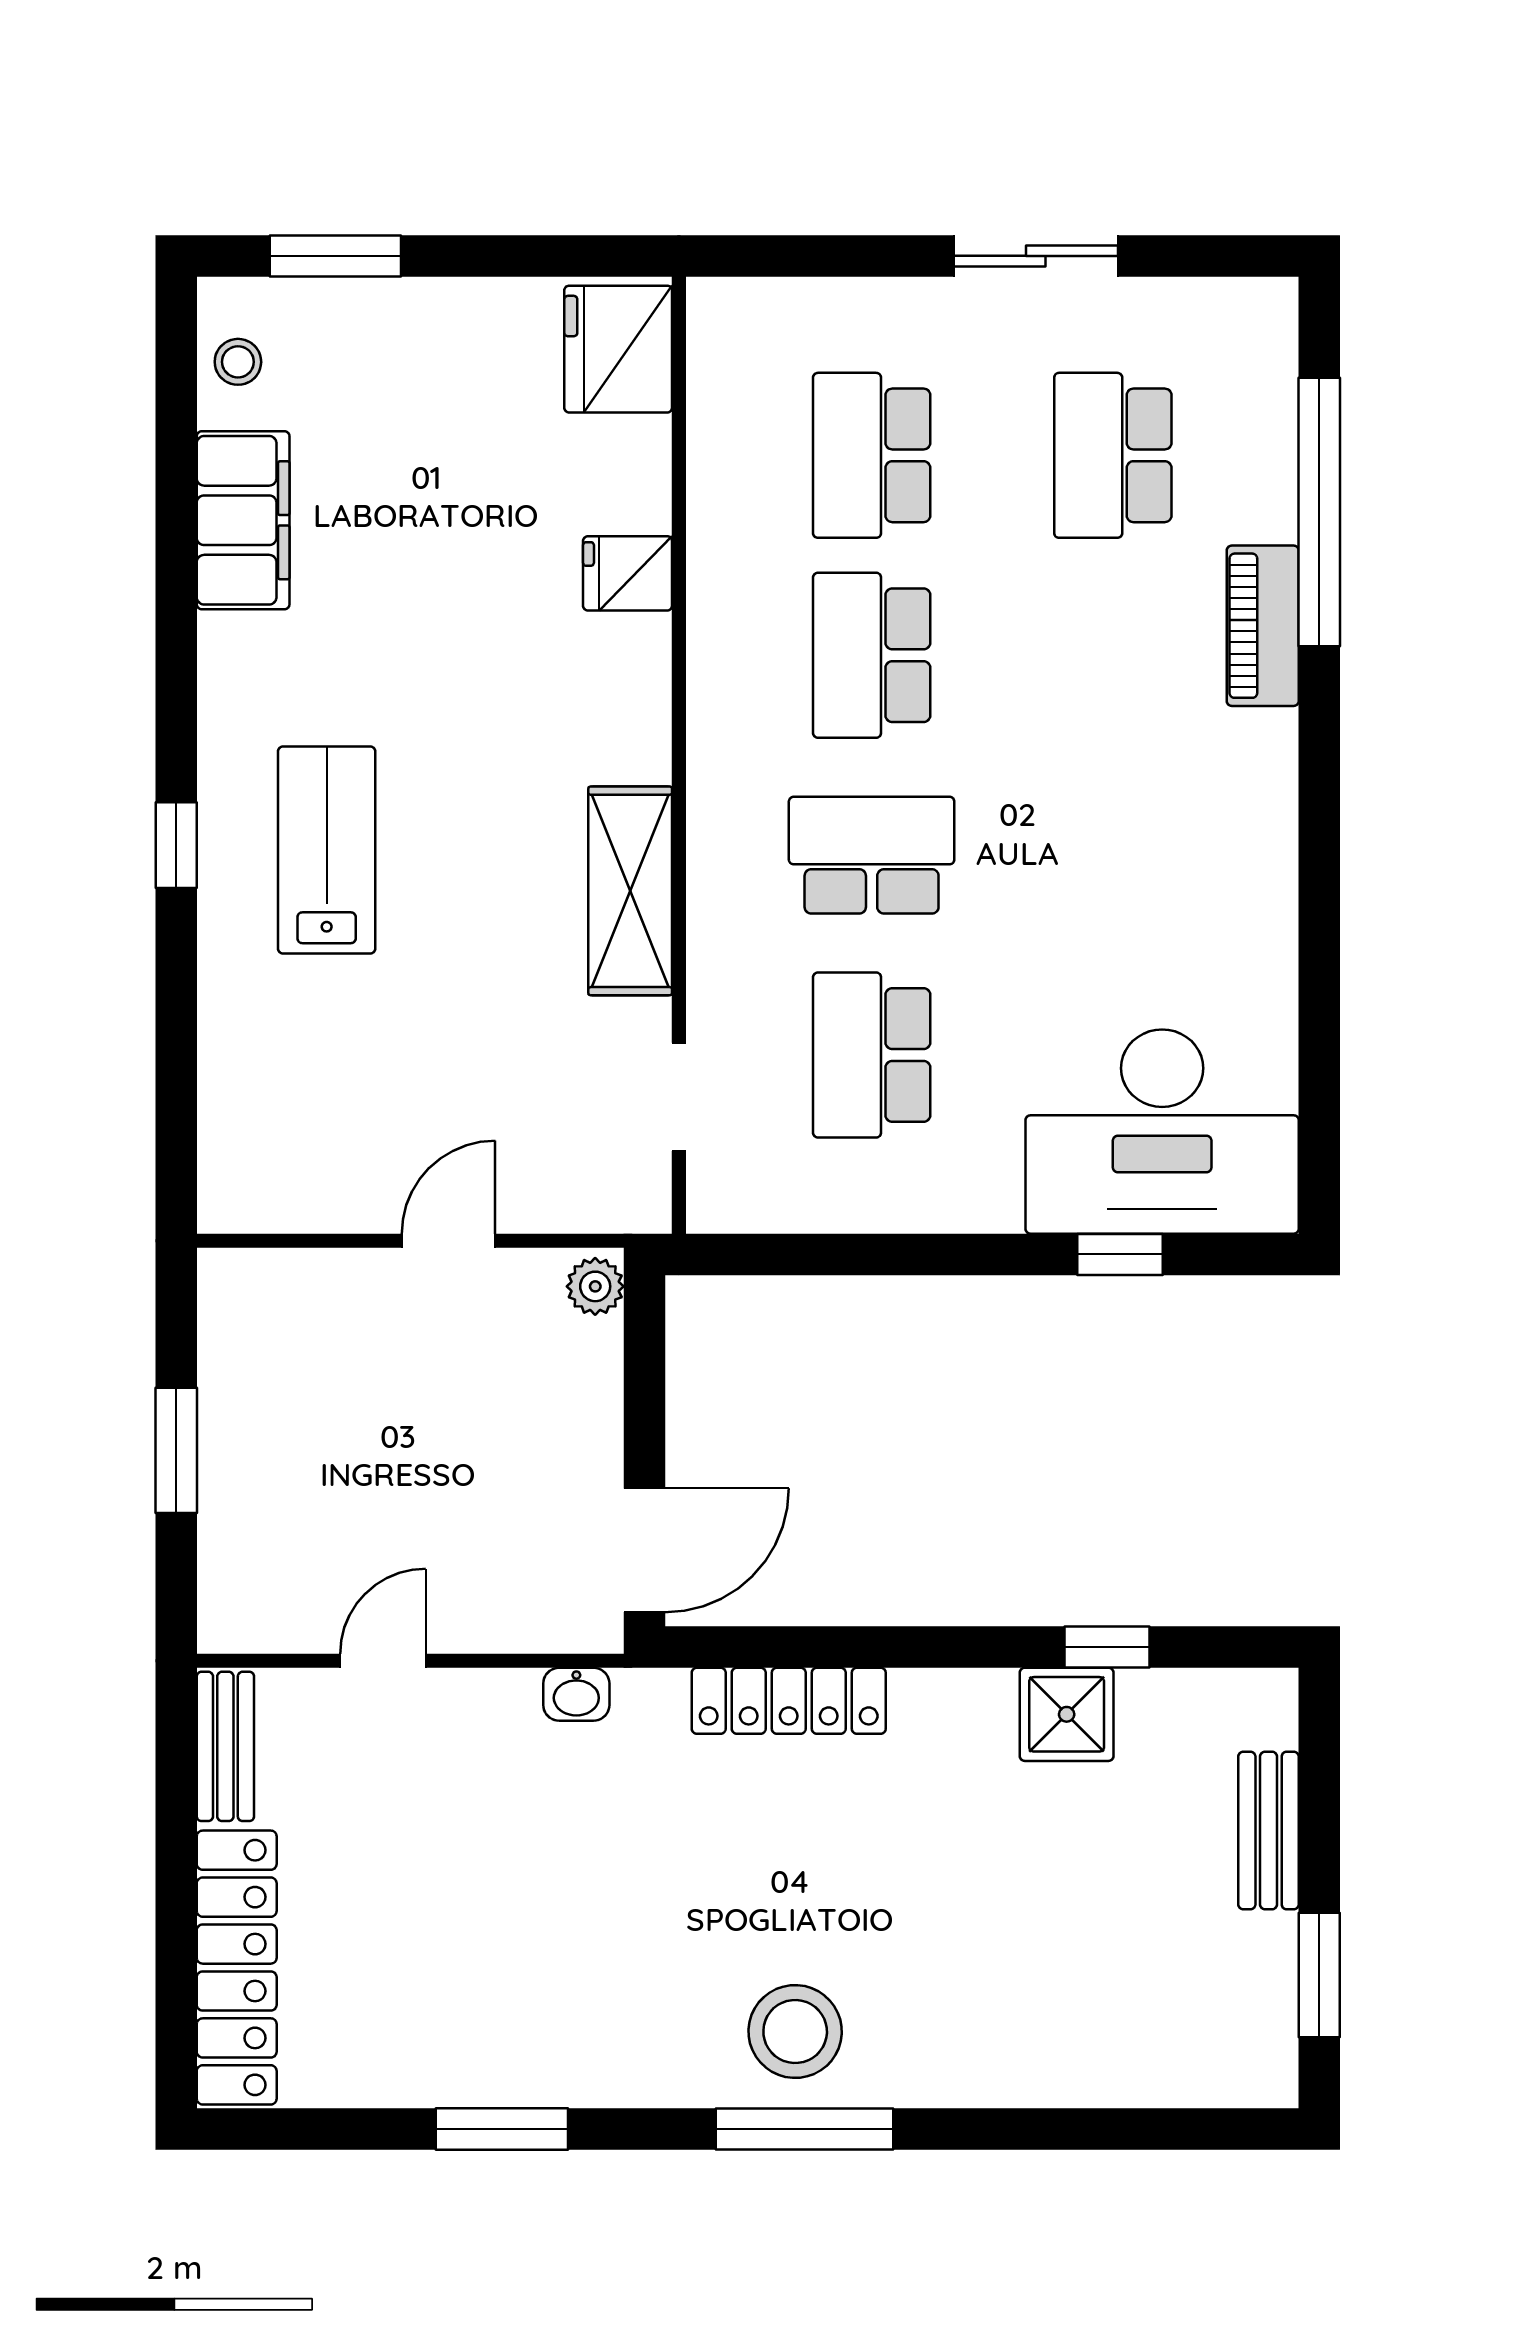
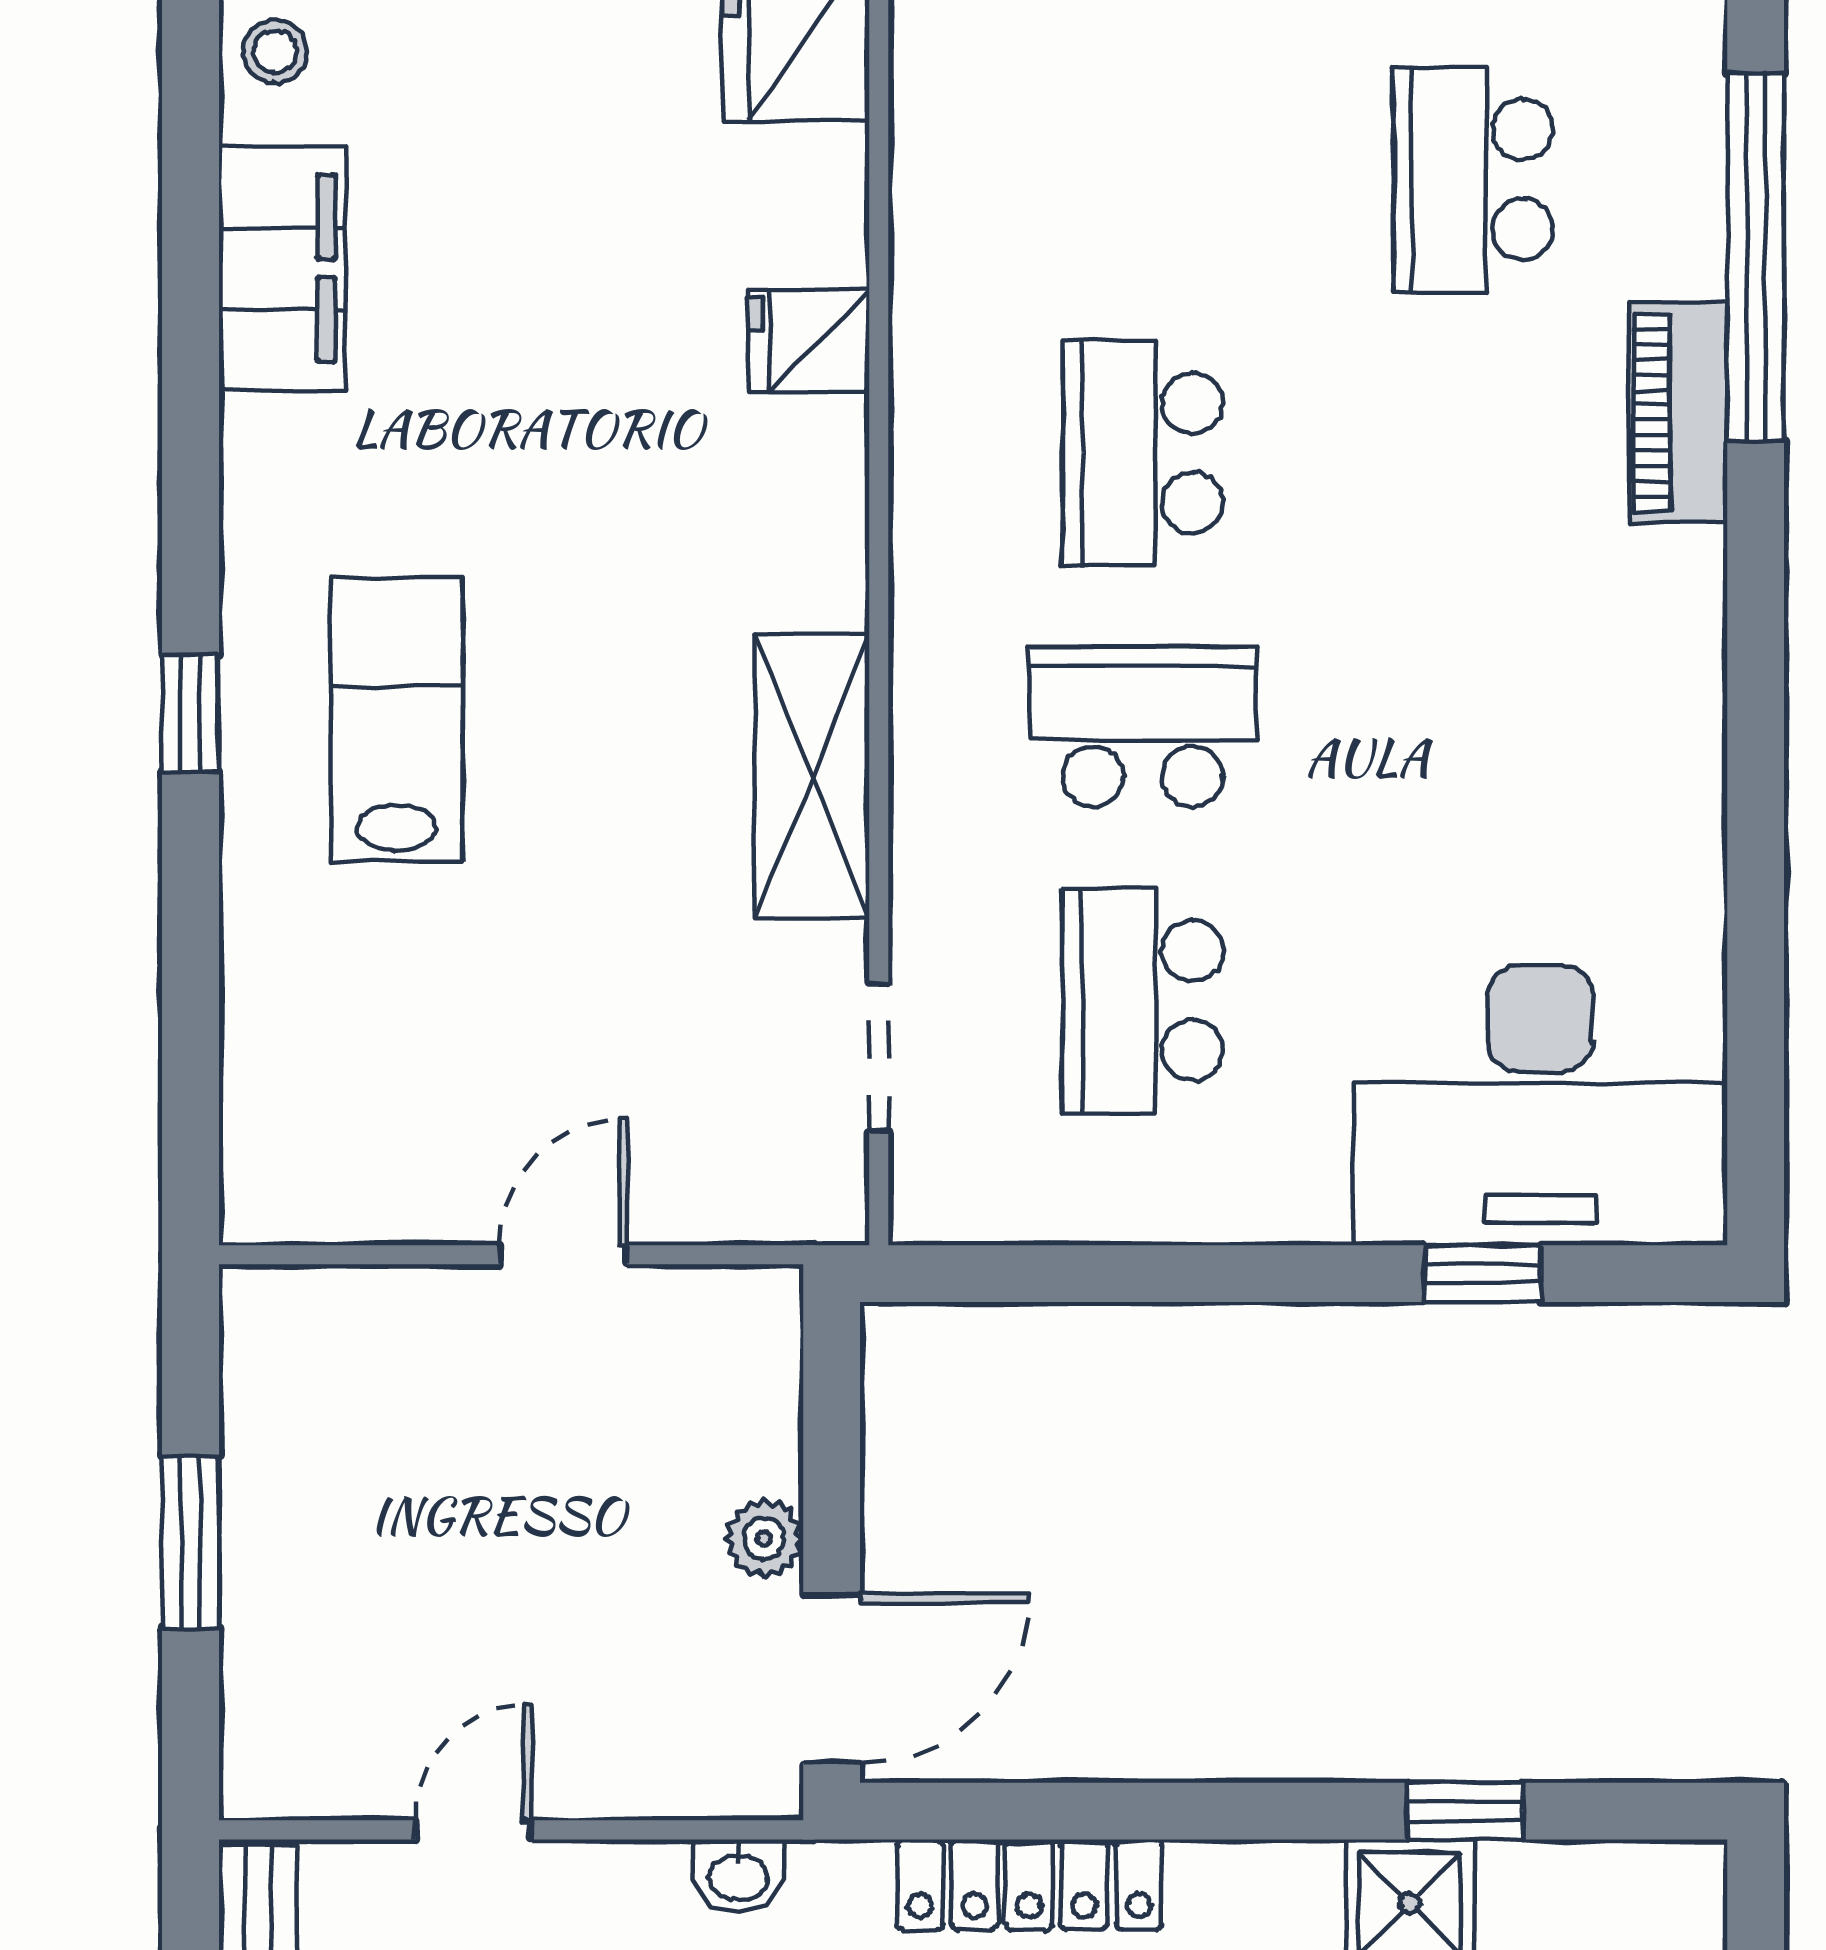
school desk: (872, 455) -> (1143, 180), removed
plant: (595, 1286) -> (764, 1539), moved

